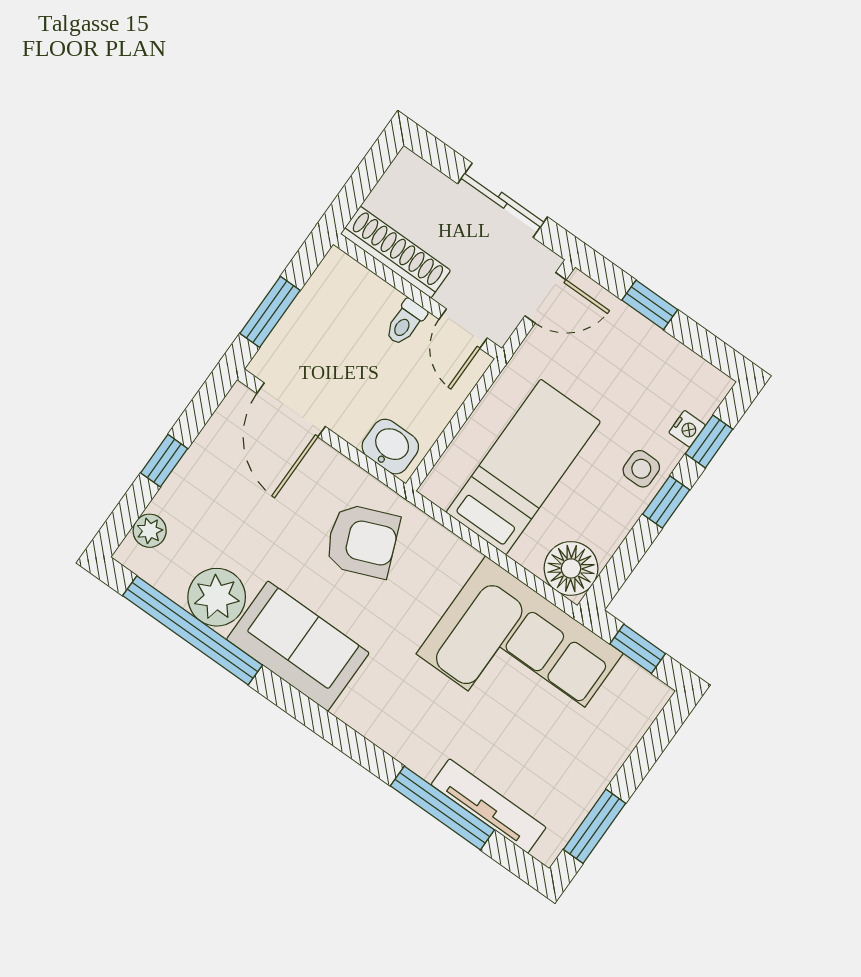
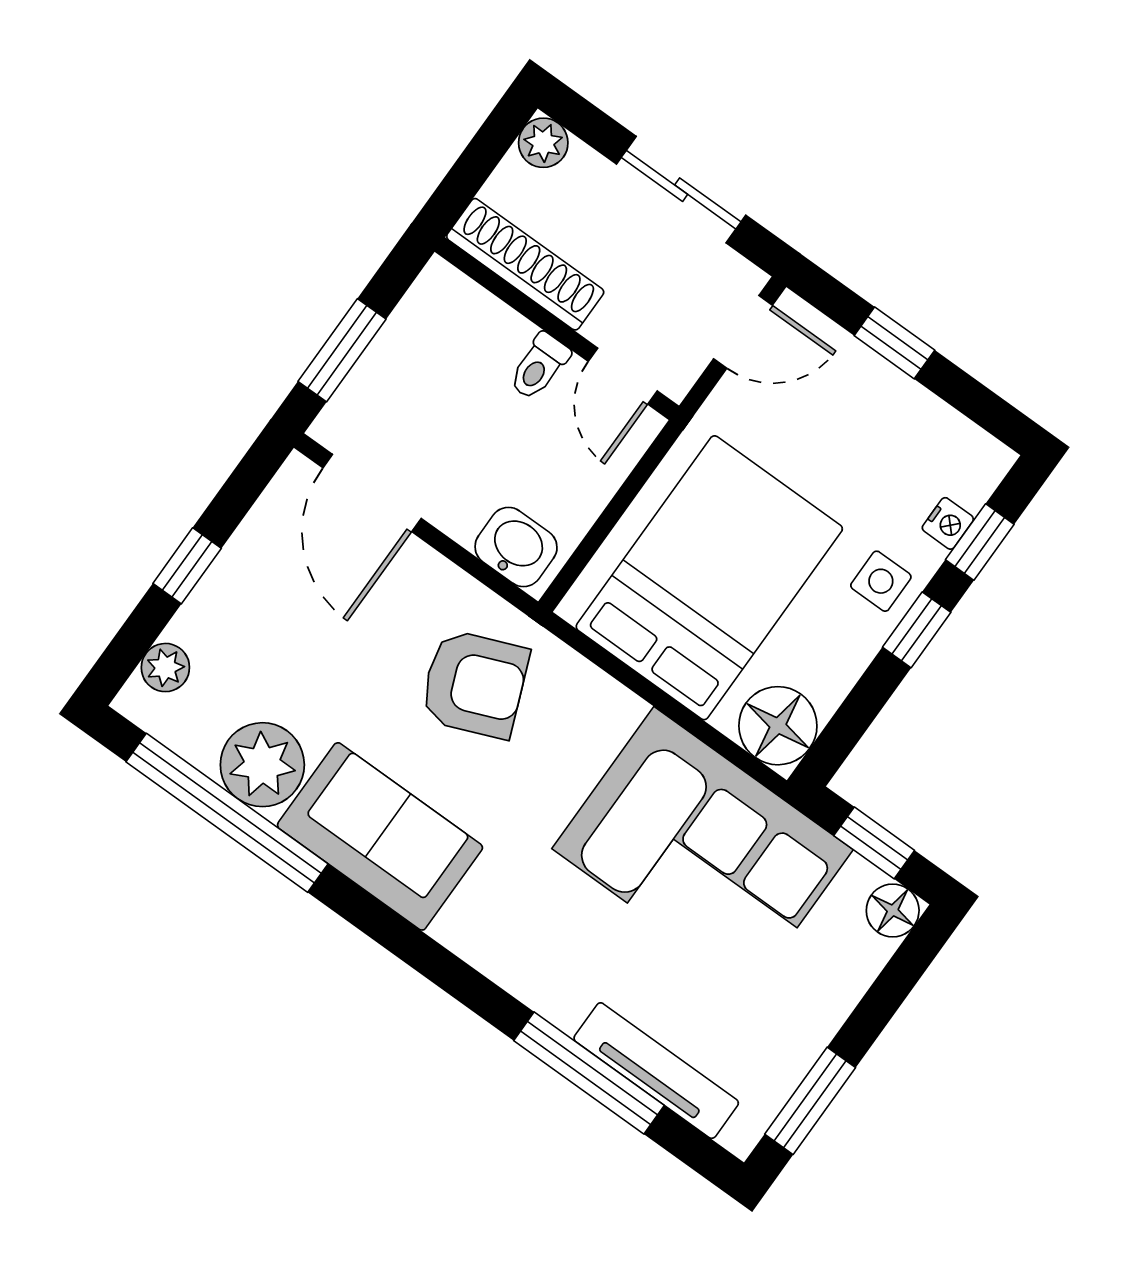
plant: (408, 169) -> (543, 143), added
bed: (523, 467) -> (709, 578), width x1.50
floor lamp: (651, 695) -> (893, 910), added

